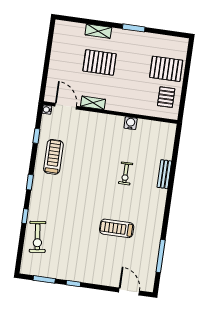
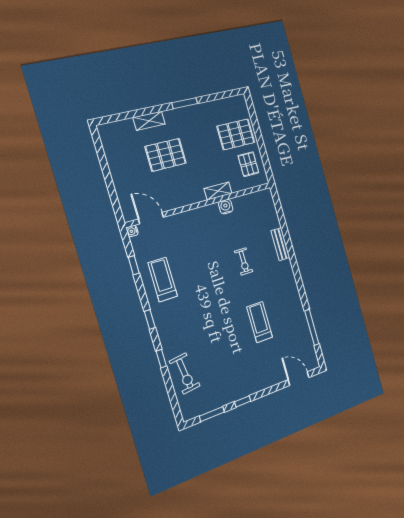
shelving: (93, 103) -> (218, 191), moved
treadmill: (117, 228) -> (260, 322), turned 90

